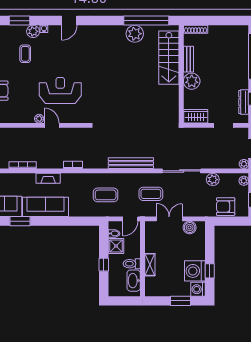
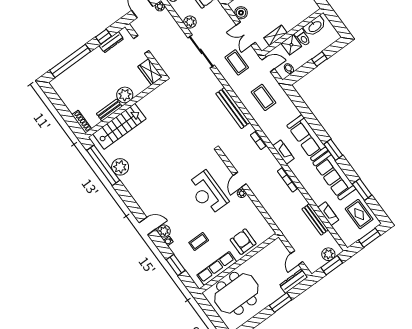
plant: (33, 31) -> (164, 231), moved
bench: (131, 163) -> (233, 108), moved
shower: (116, 246) -> (291, 45), moved
shelving: (150, 265) -> (275, 35), moved

